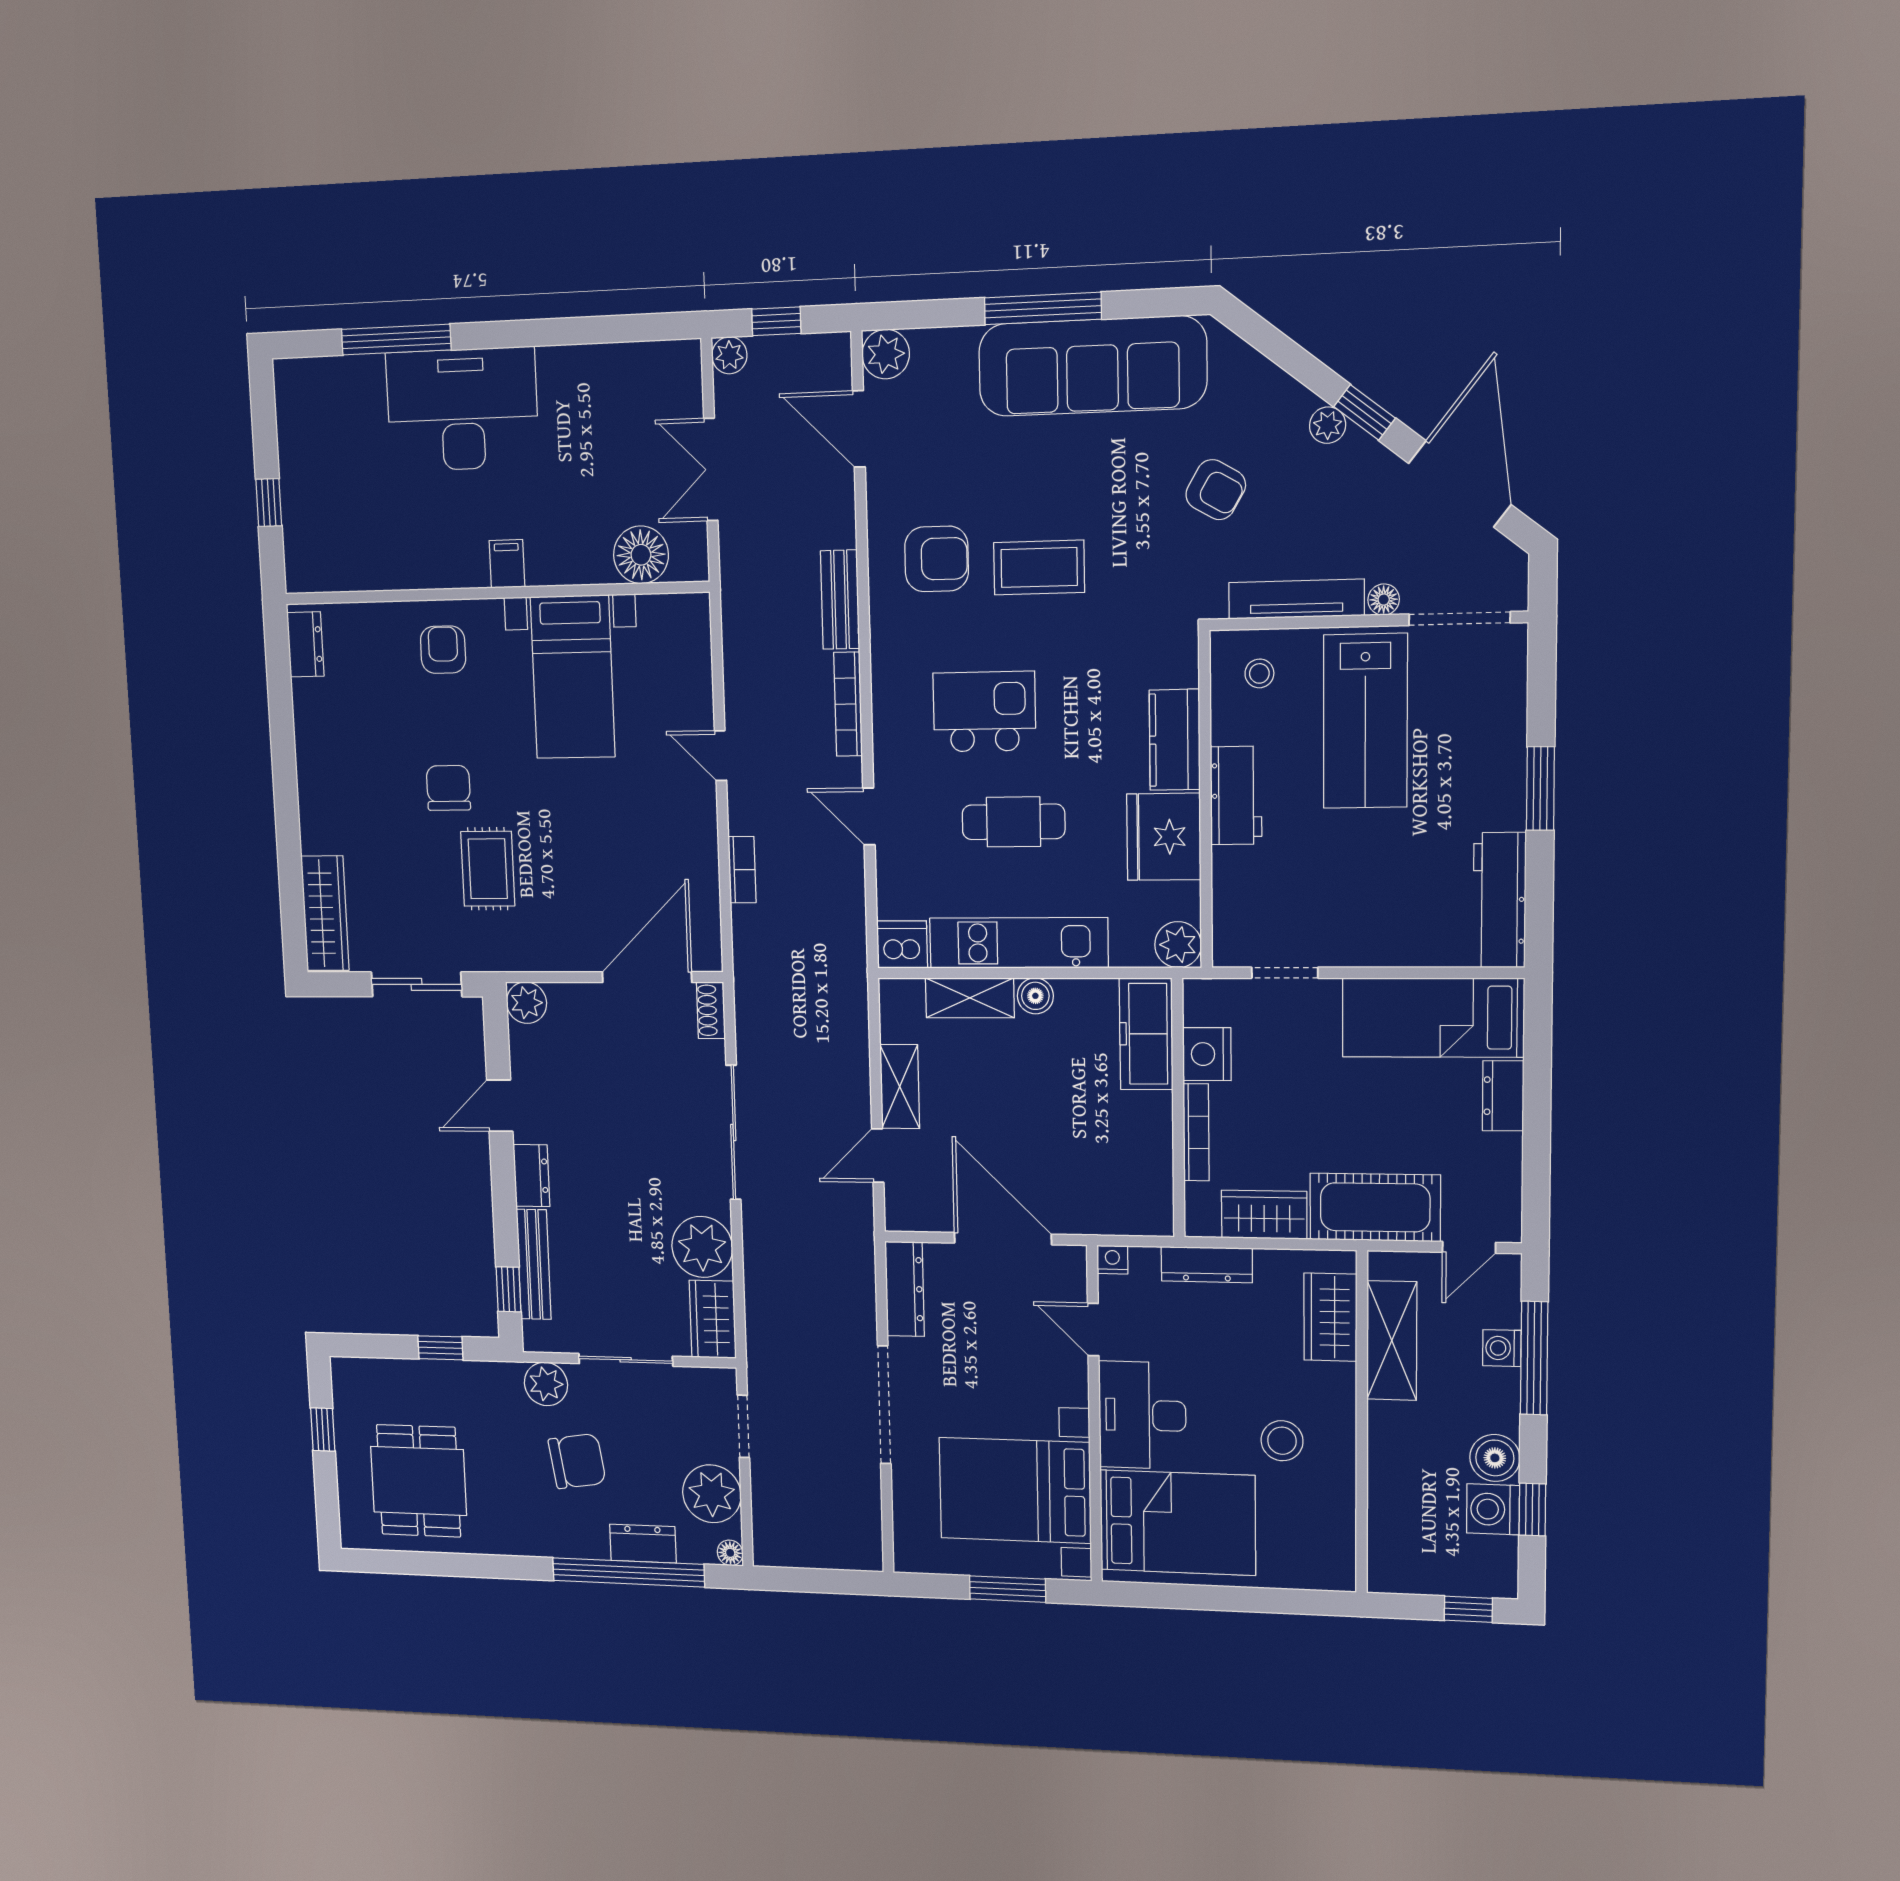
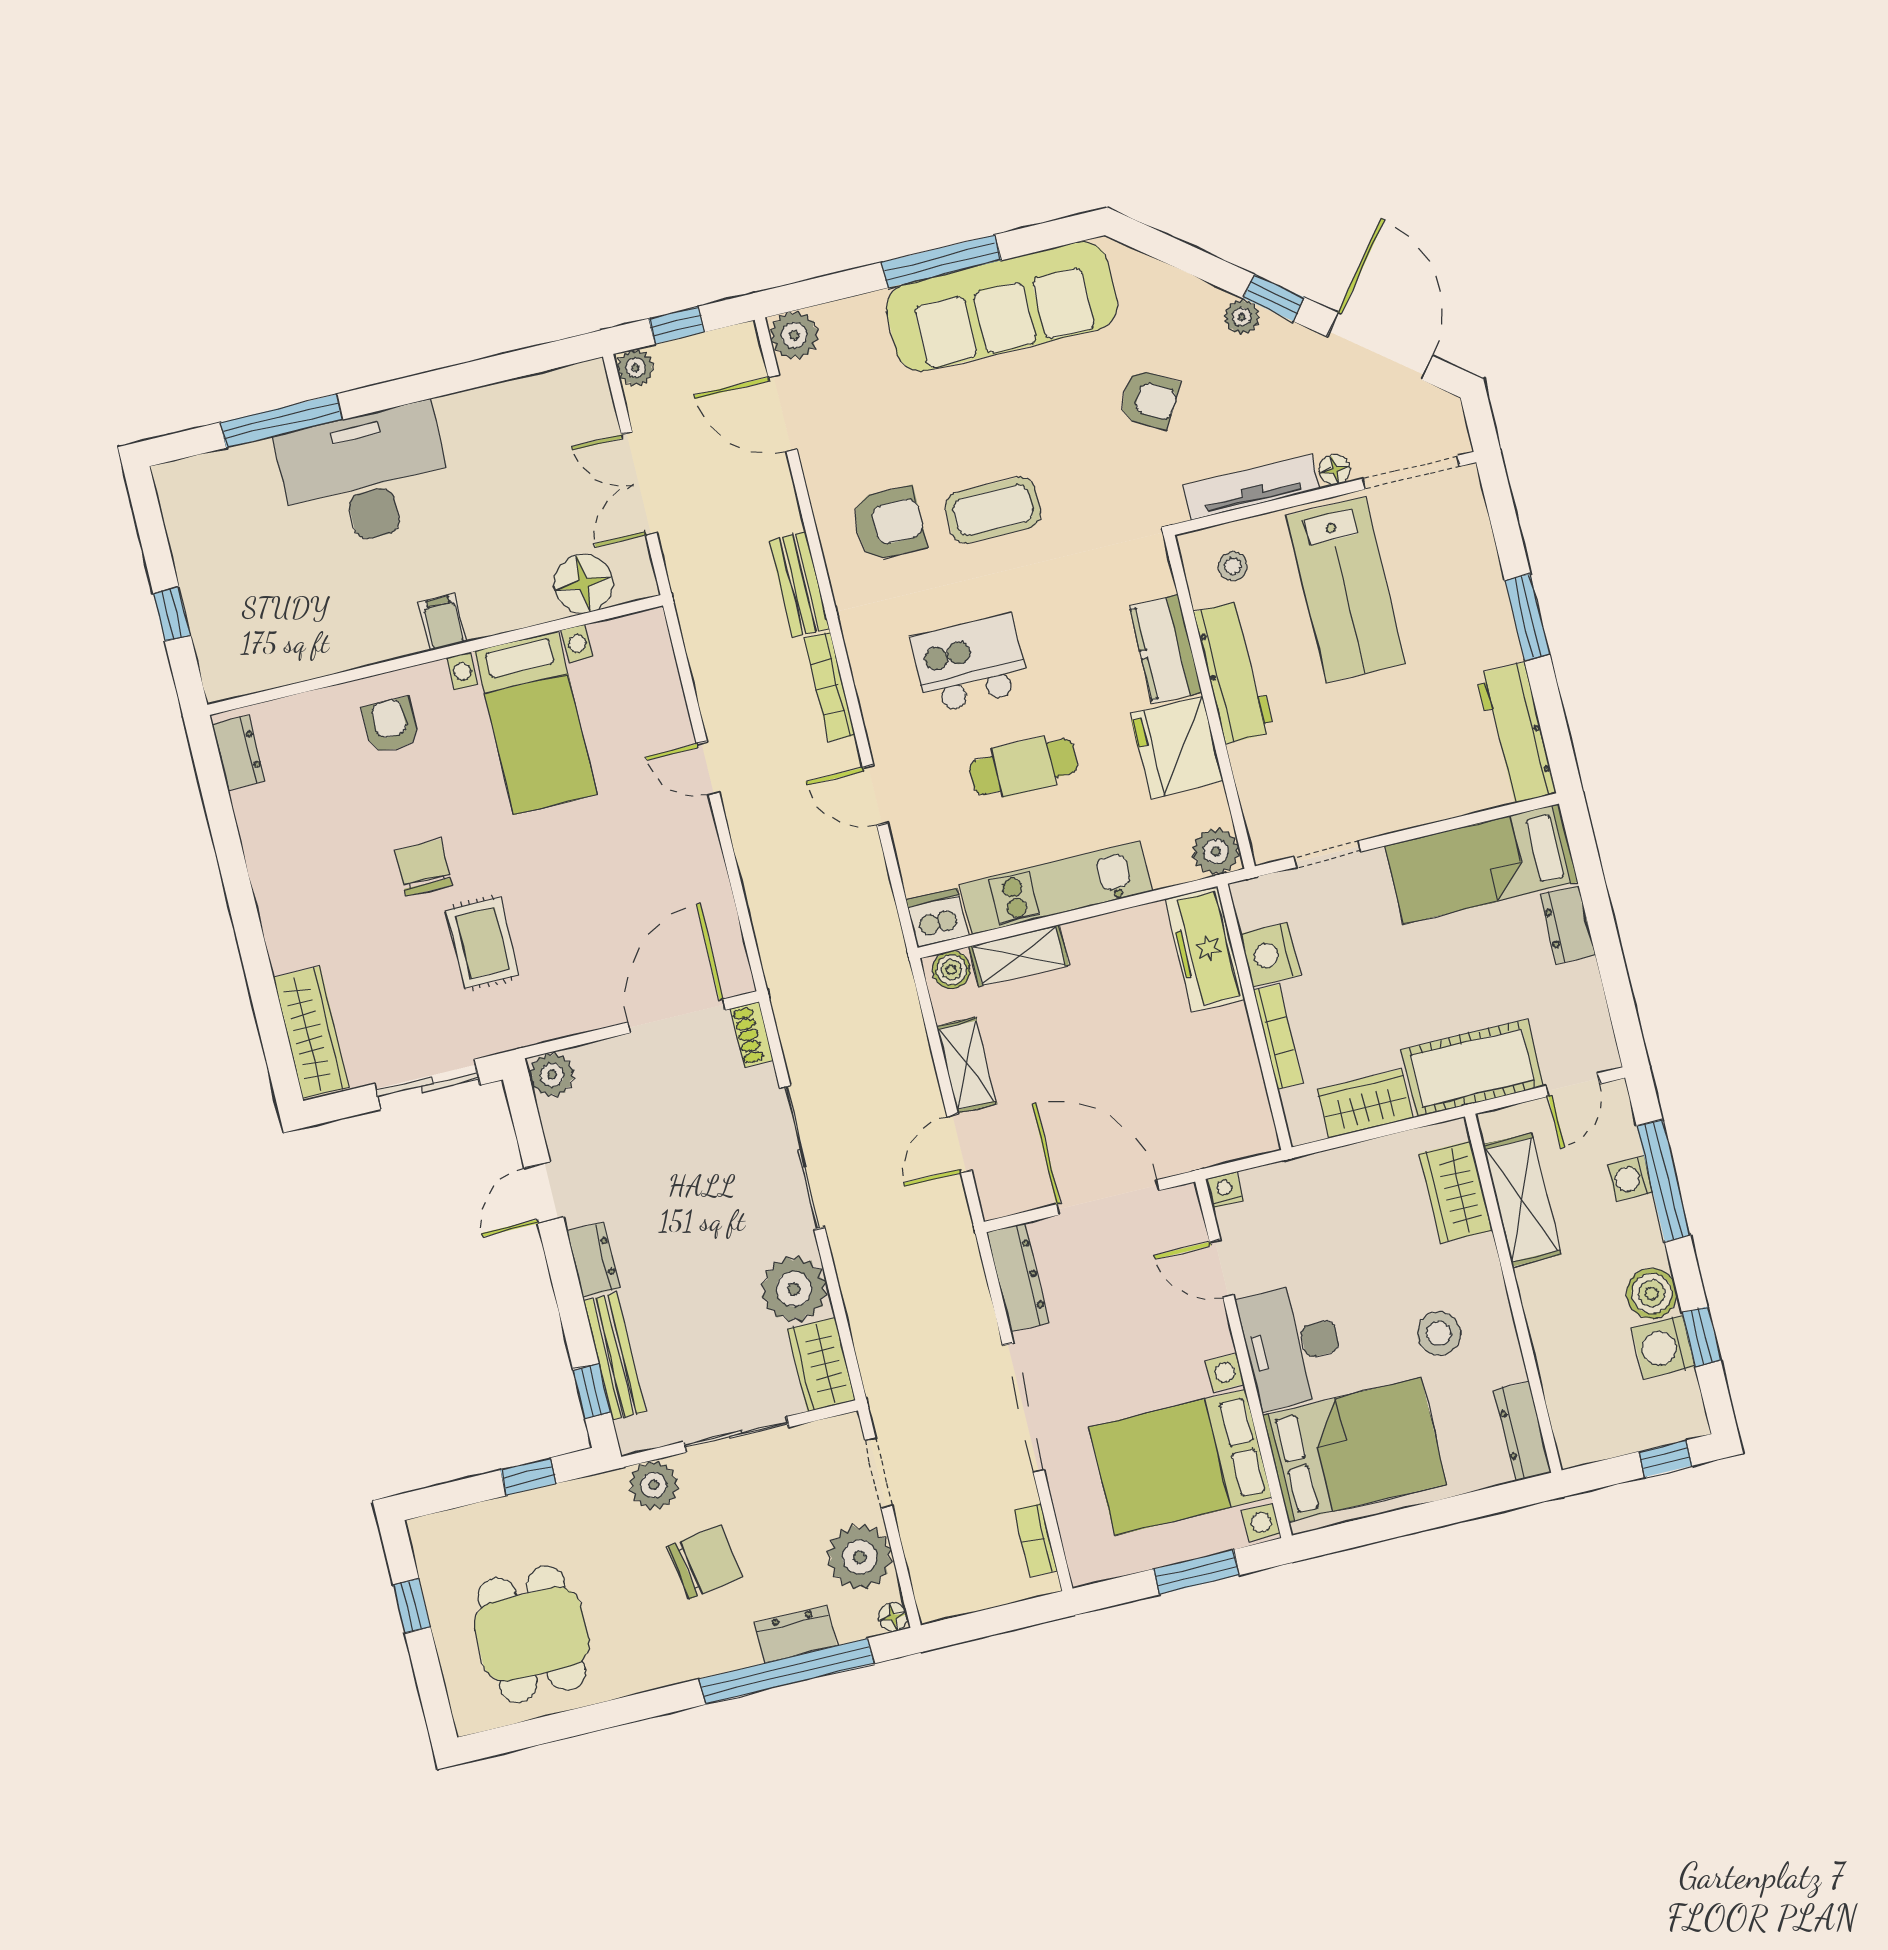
workbench: (1236, 796) -> (1234, 672), width x1.38
bookcase: (742, 870) -> (1036, 1540), moved, turned 180
boiler: (1035, 996) -> (951, 970), moved
dresser: (1207, 1265) -> (1522, 1432), moved, turned 90

